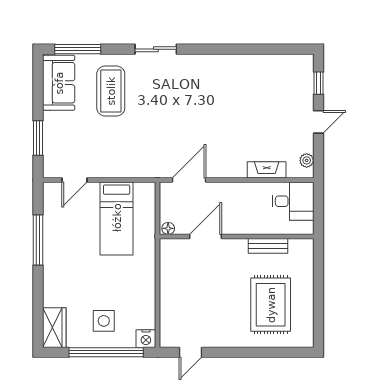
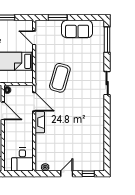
sofa: (59, 83) -> (77, 29), moved
coffee table: (111, 91) -> (60, 78), moved, turned -74
door: (318, 122) -> (67, 174), swing flipped
fireplace: (267, 170) -> (40, 122), moved

